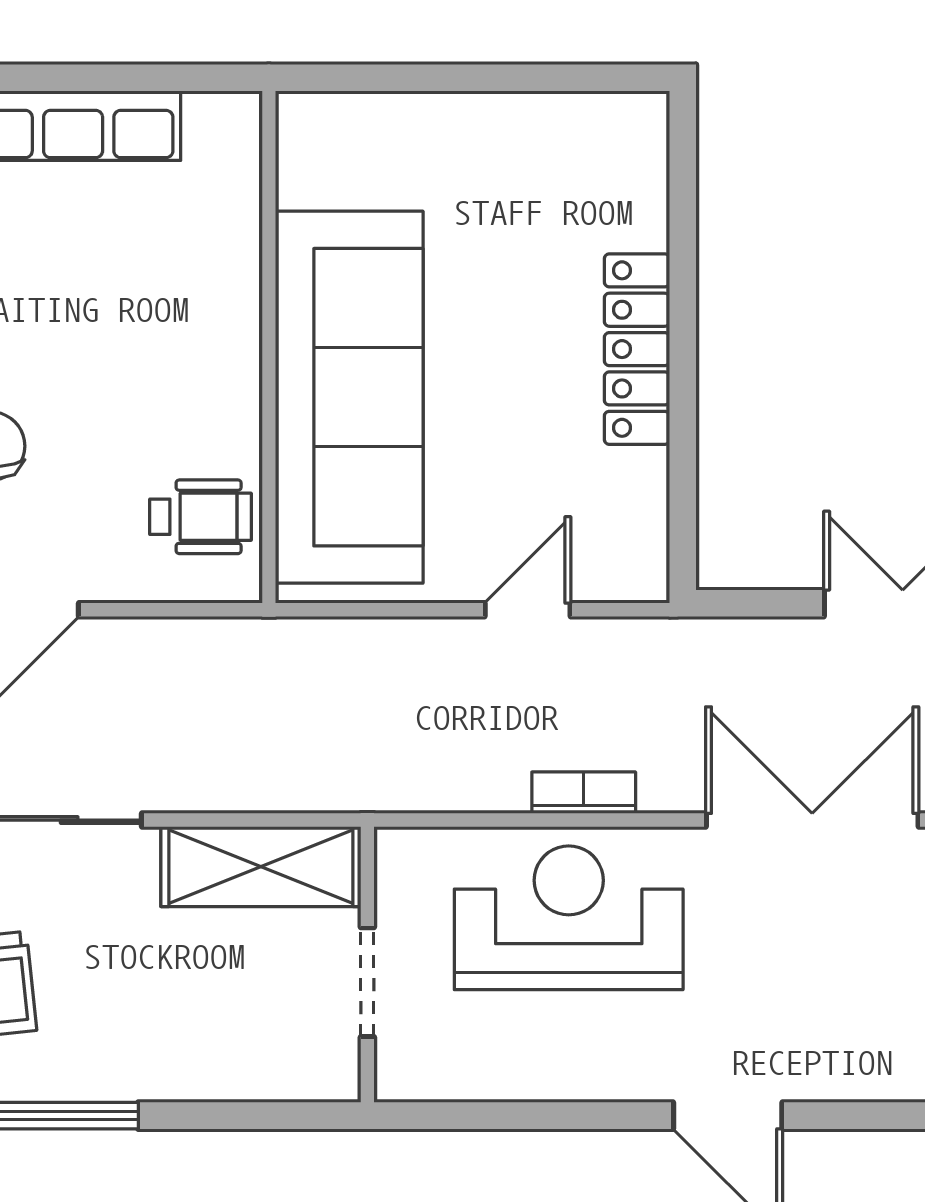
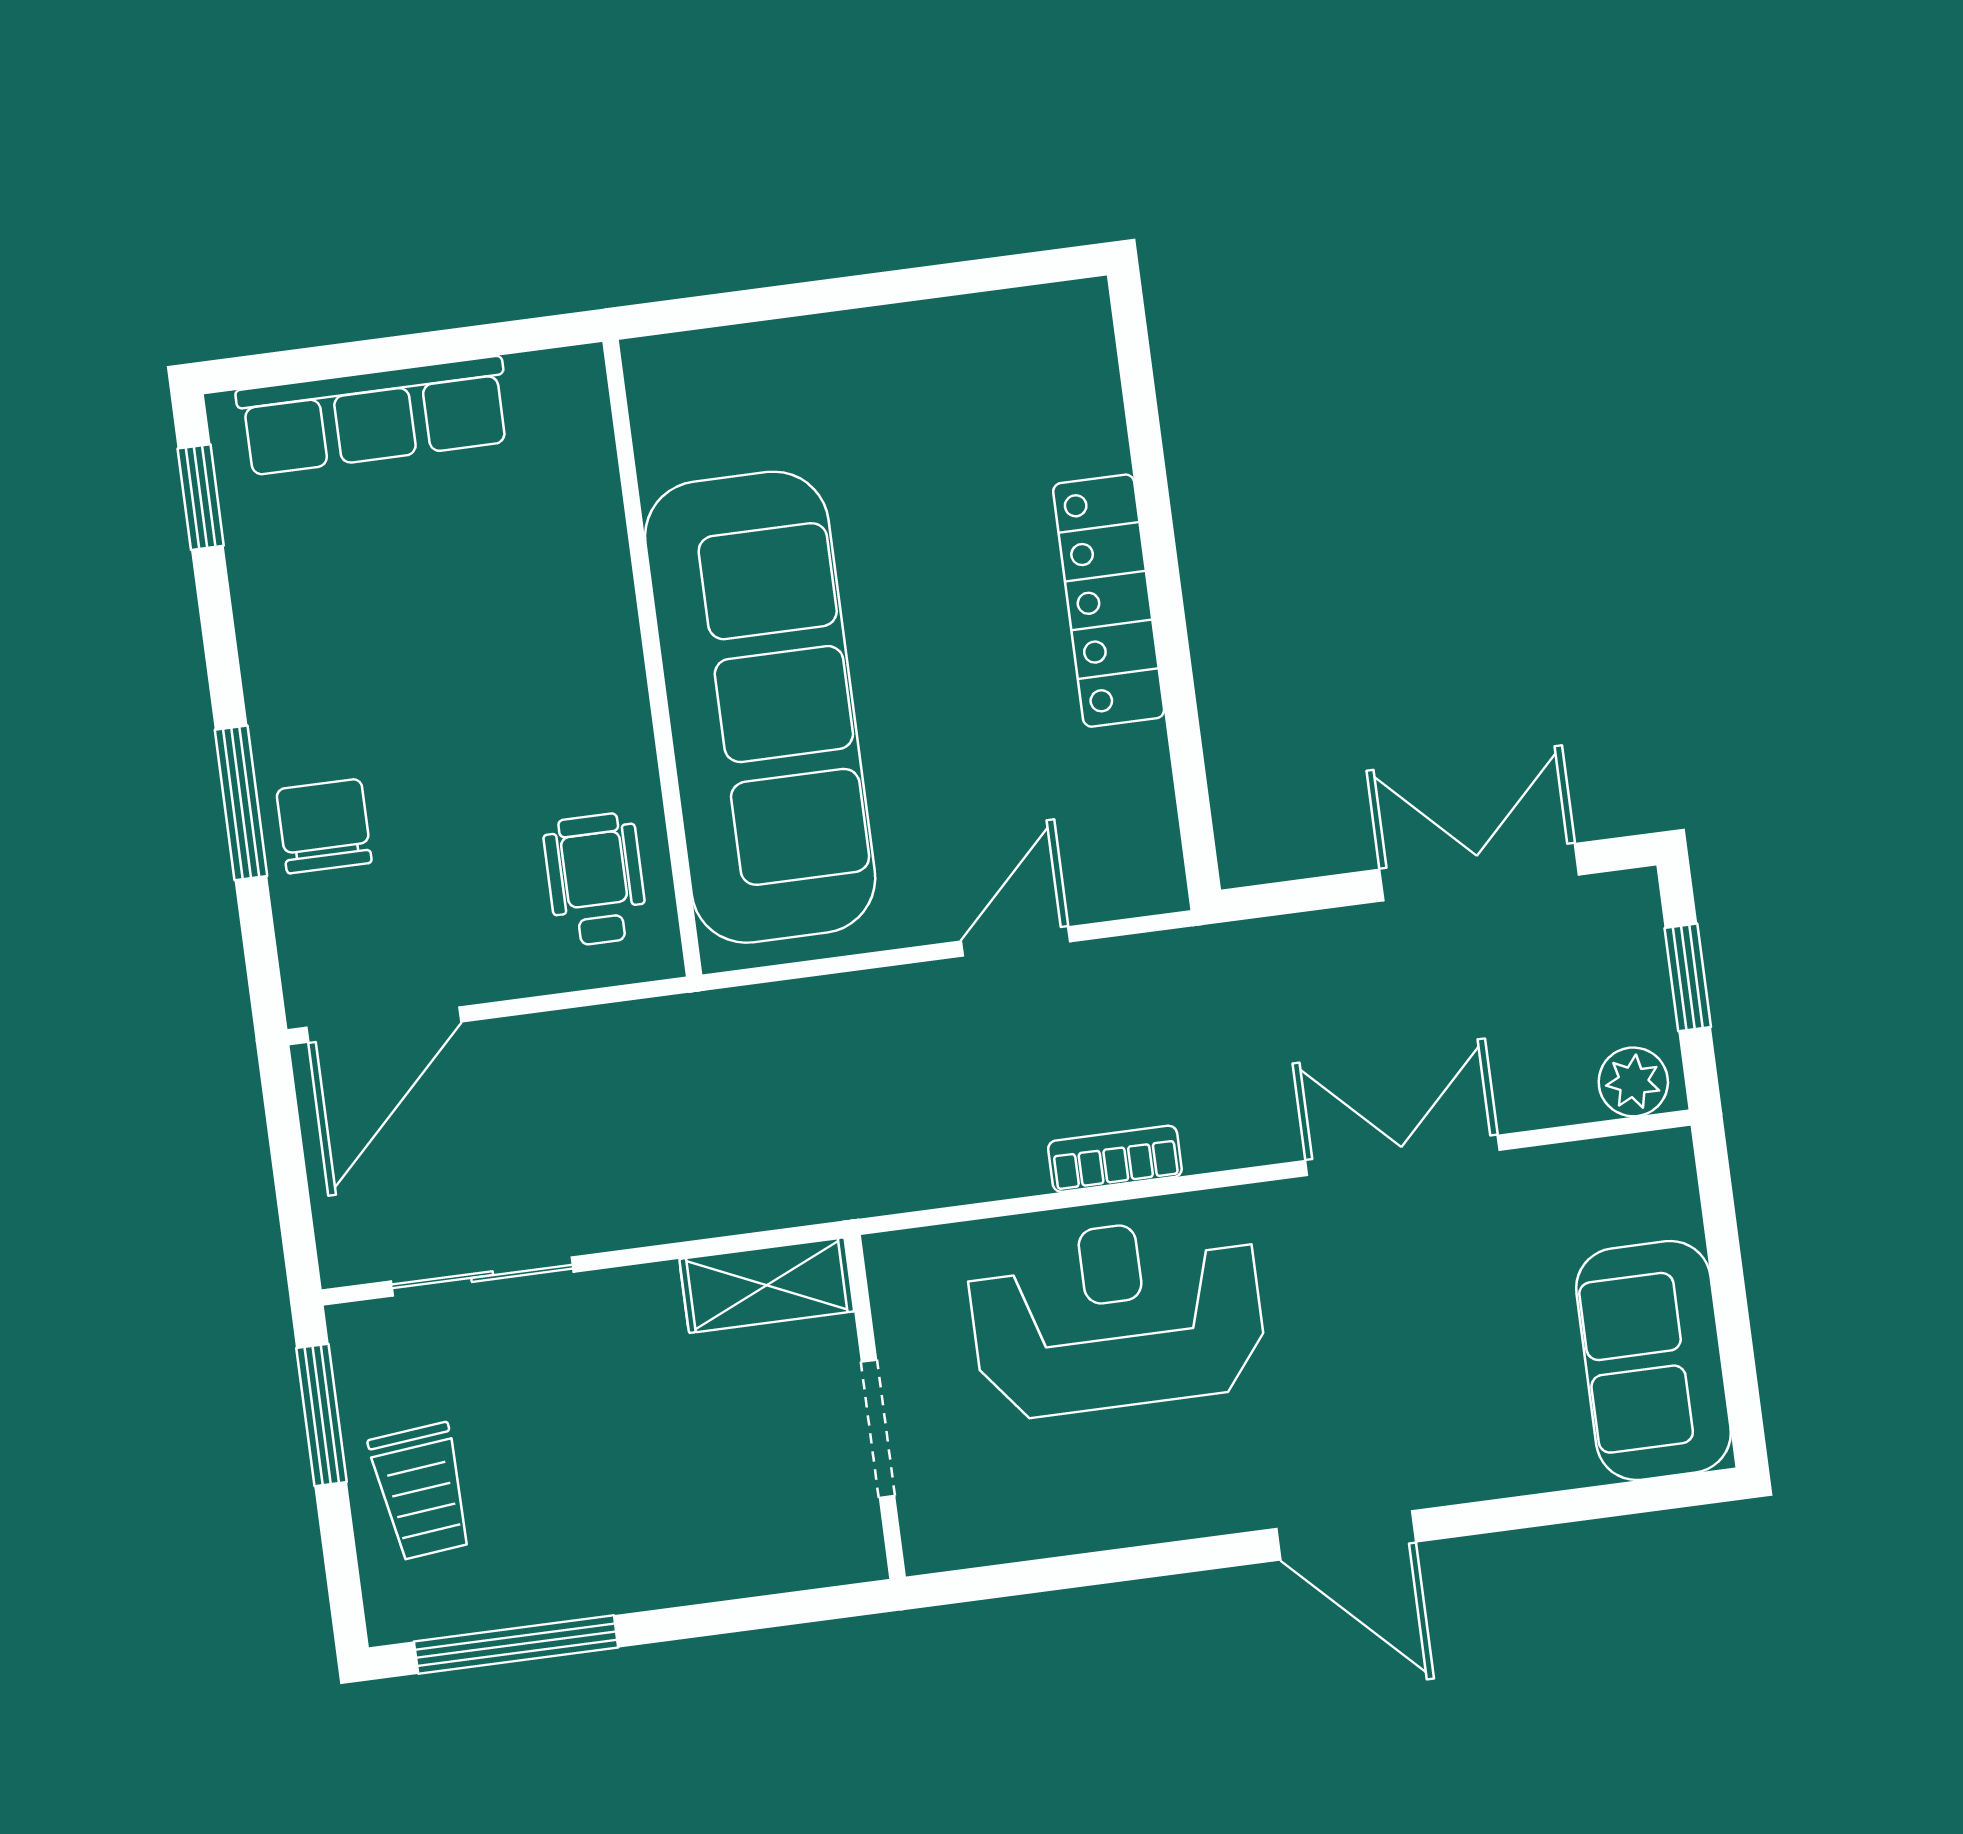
wheelchair: (200, 517) -> (595, 880), turned -90
double door: (812, 820) -> (1402, 1155), width x0.73
shelving: (261, 867) -> (767, 1285), width x0.67, depth x0.75

